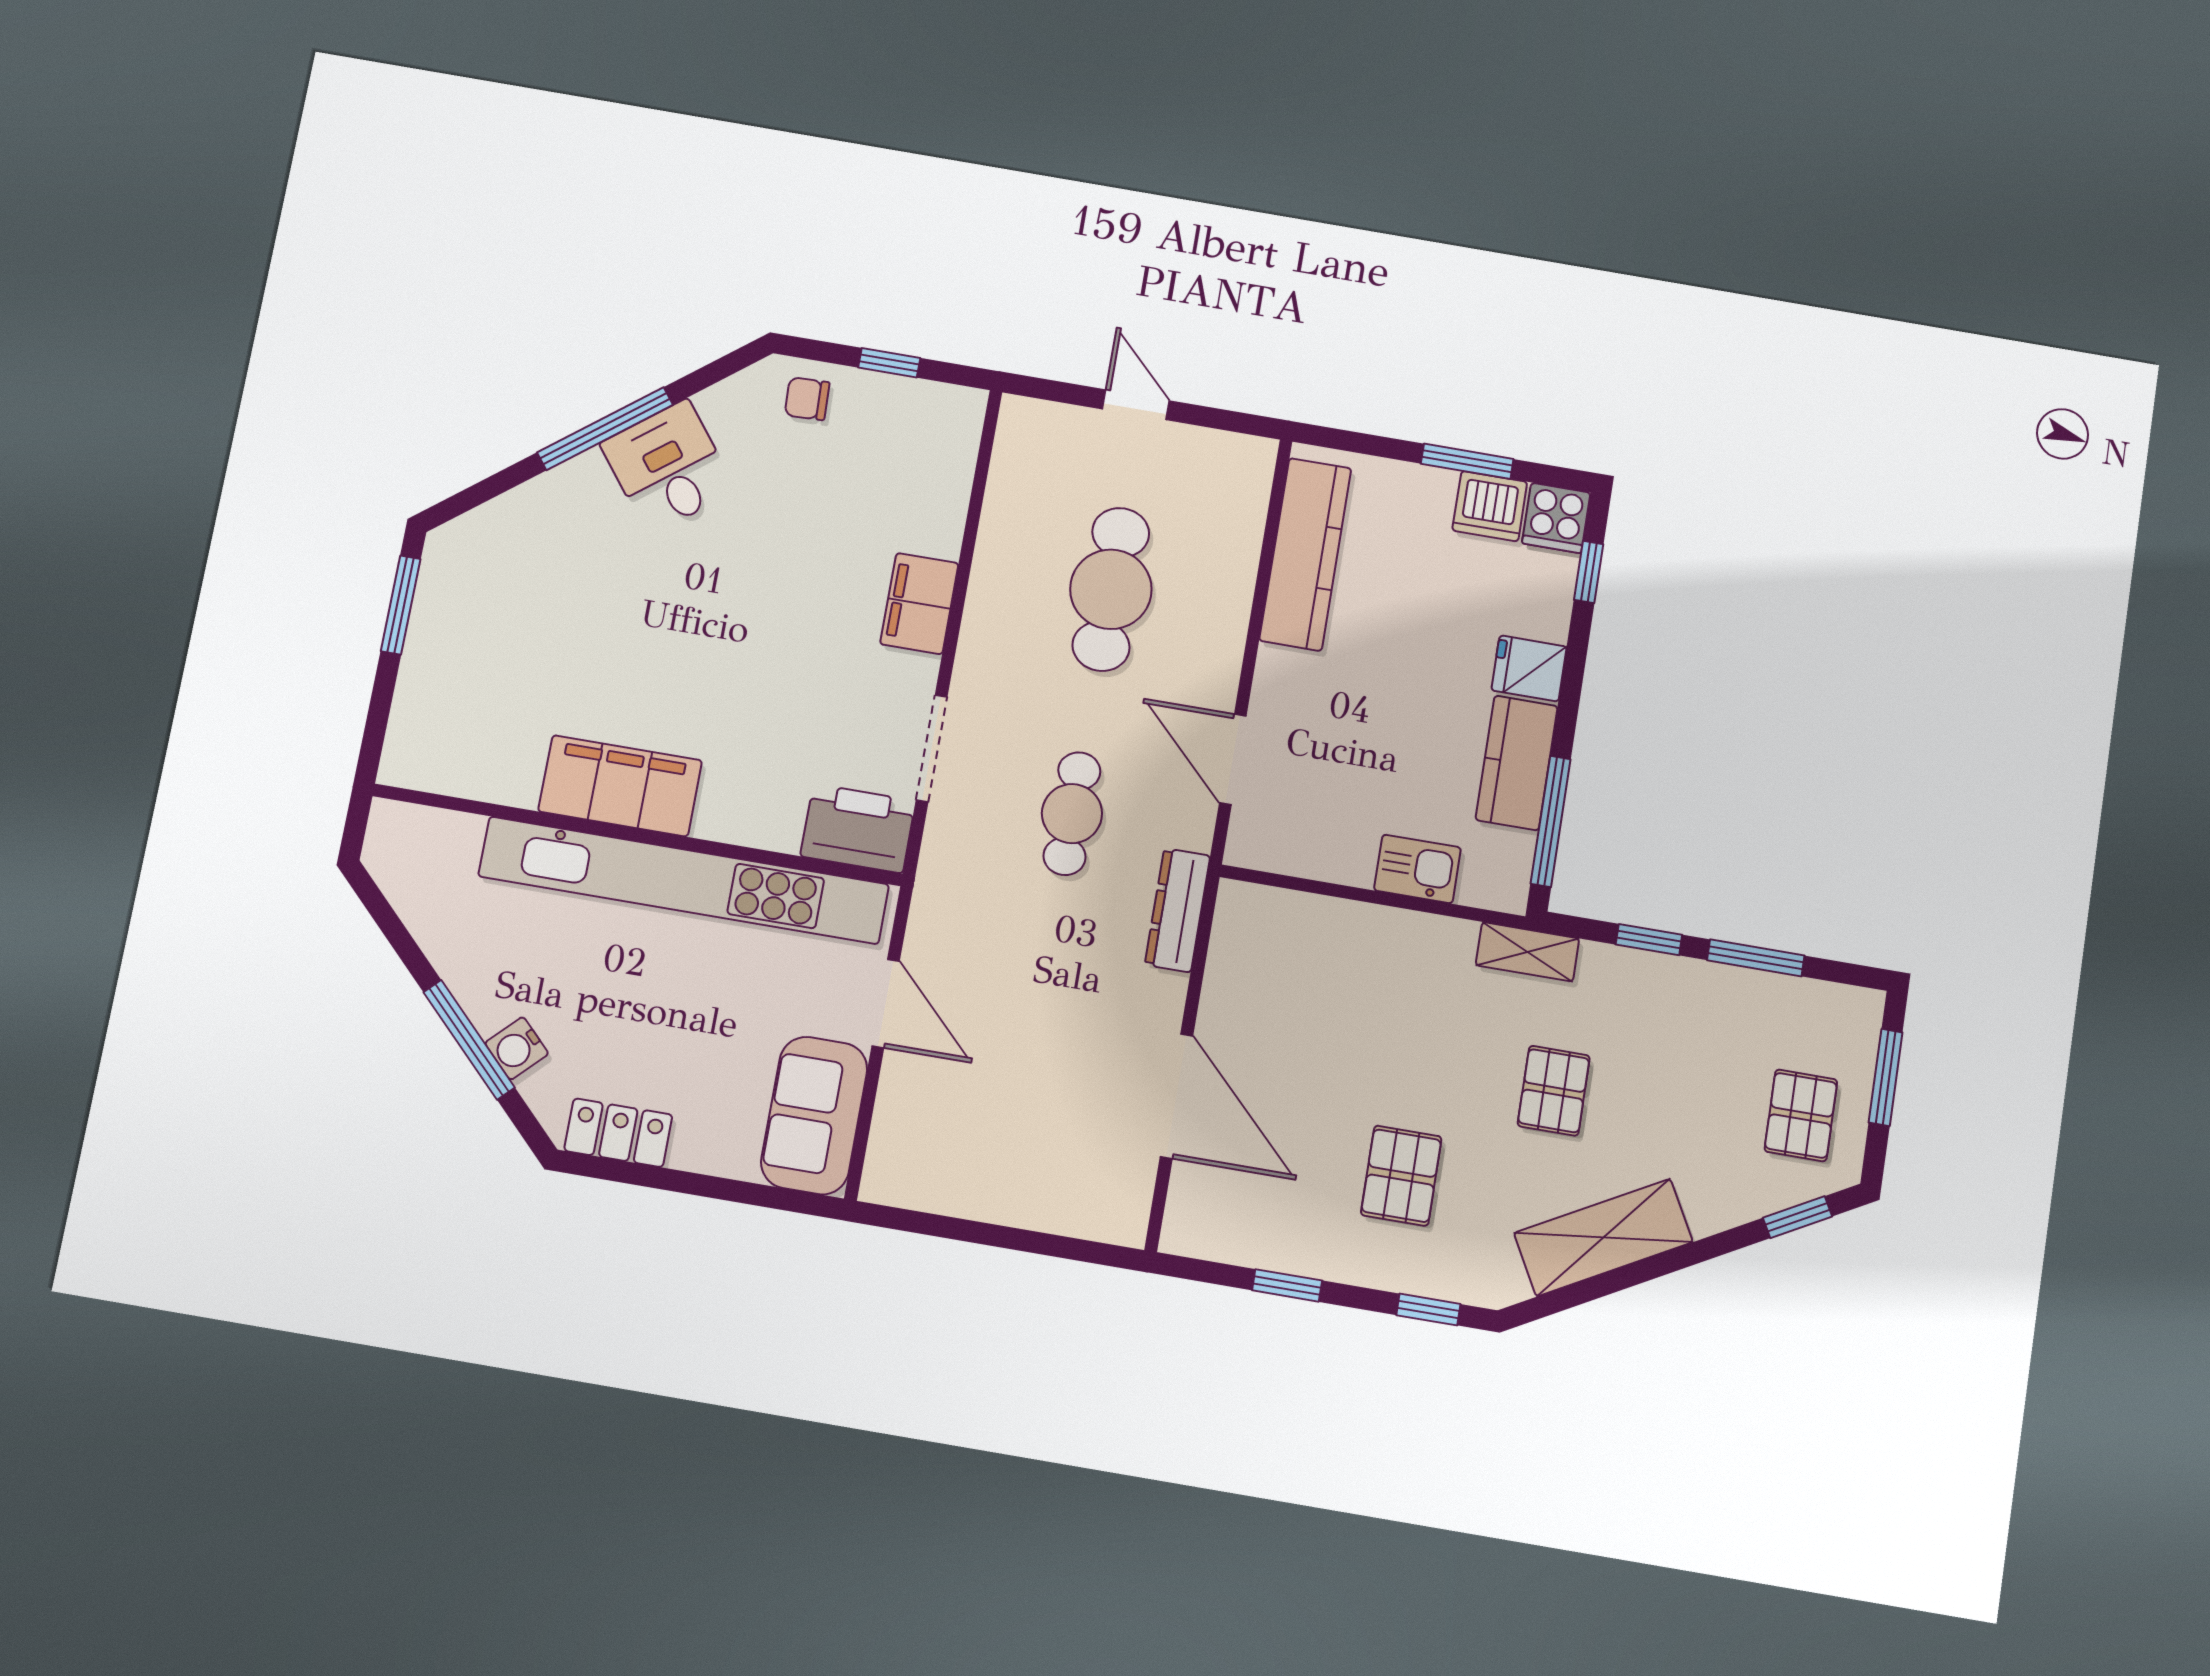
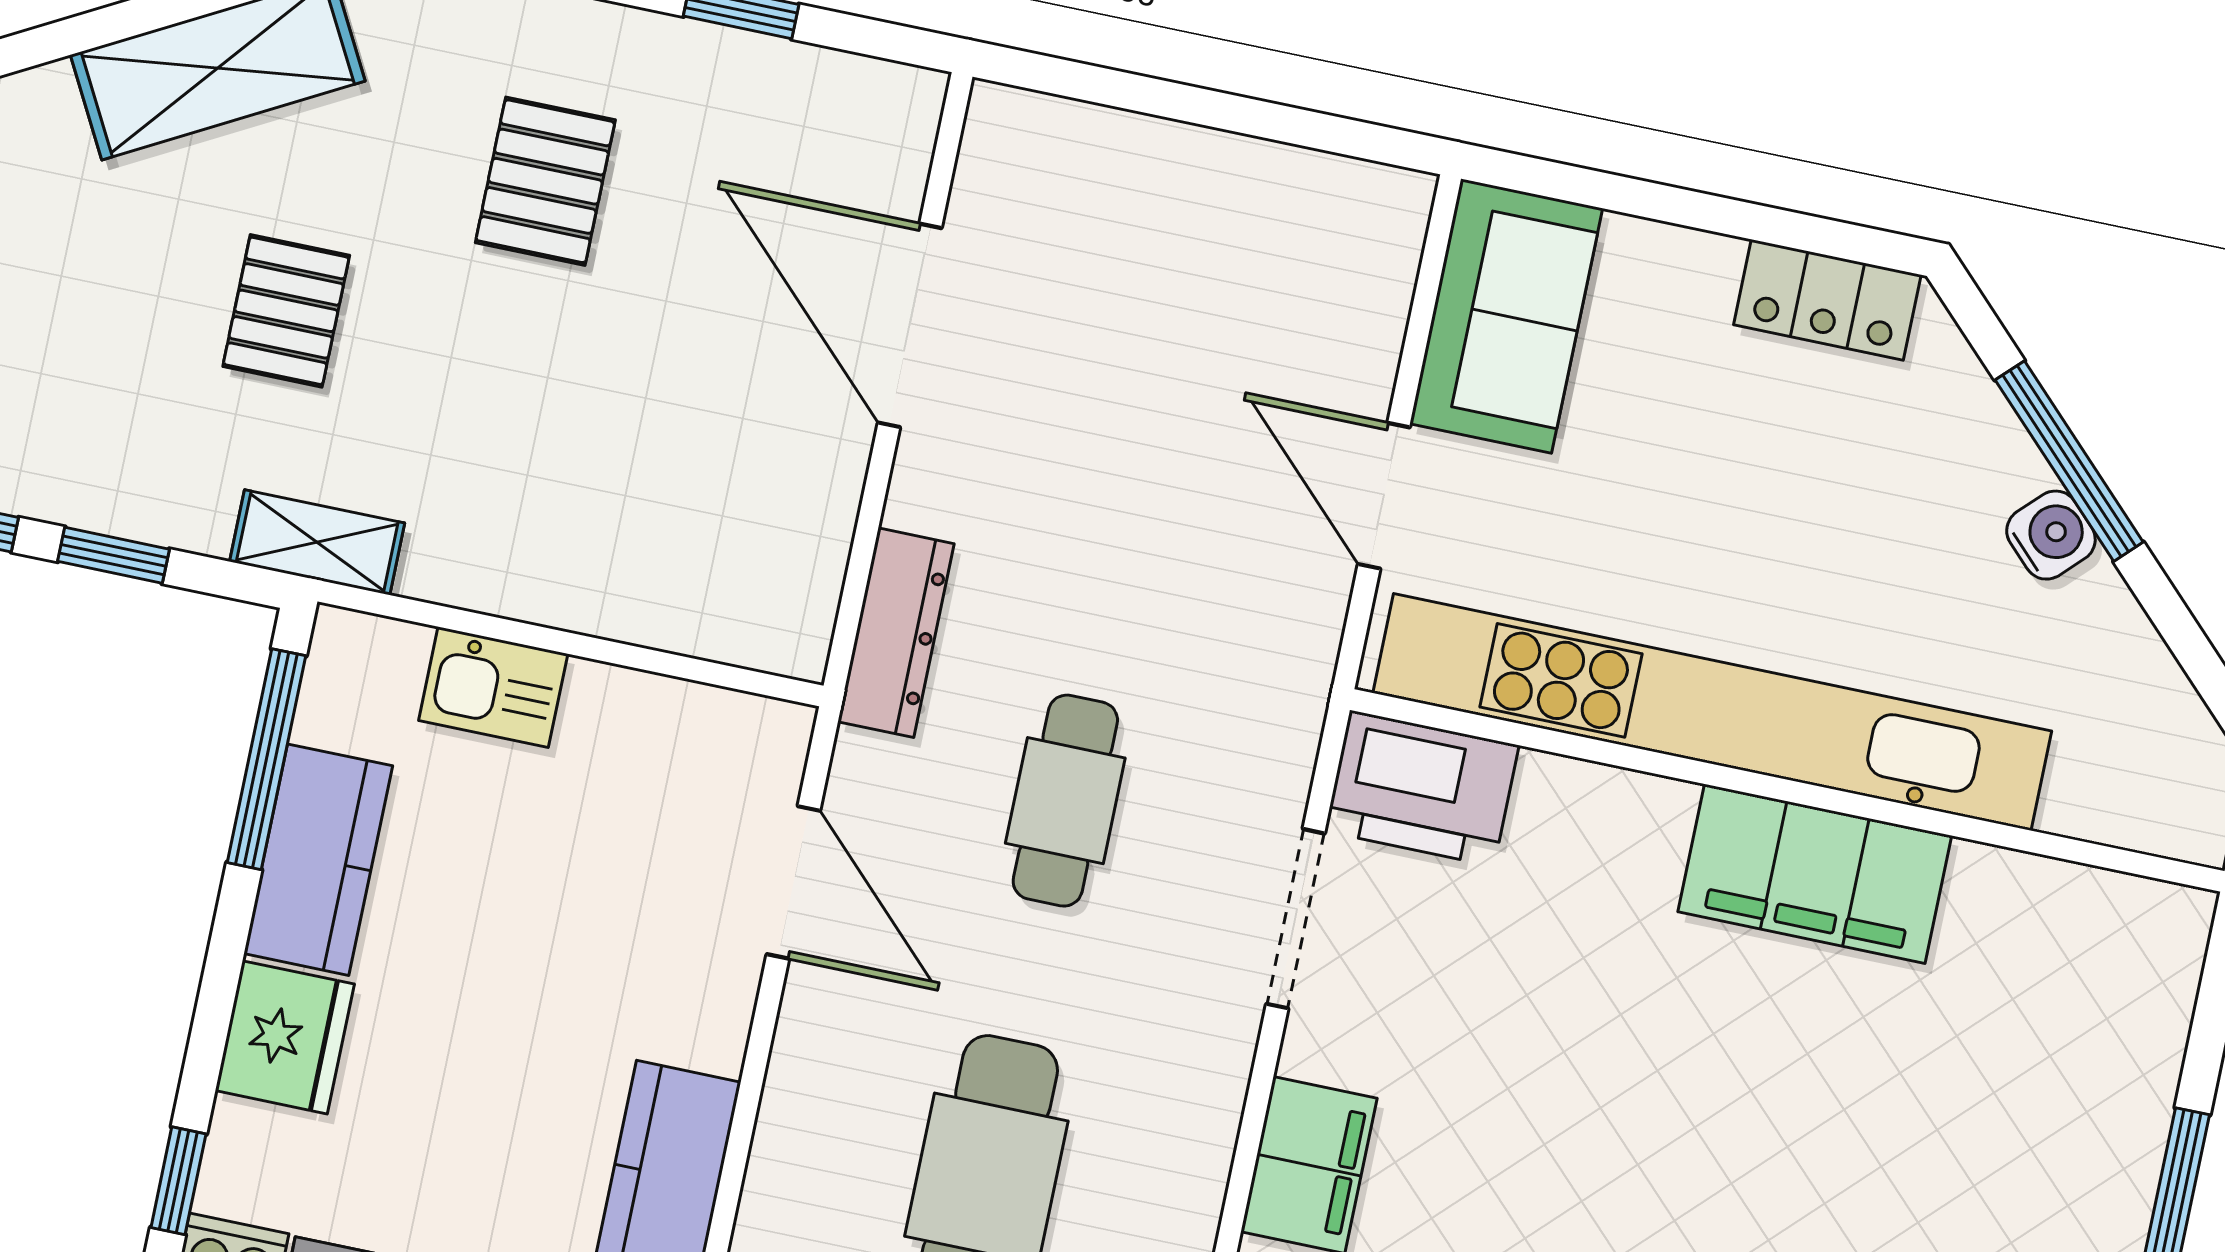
fridge: (1529, 668) -> (285, 1037), width x1.38
water cooler: (517, 1048) -> (2051, 535), moved

